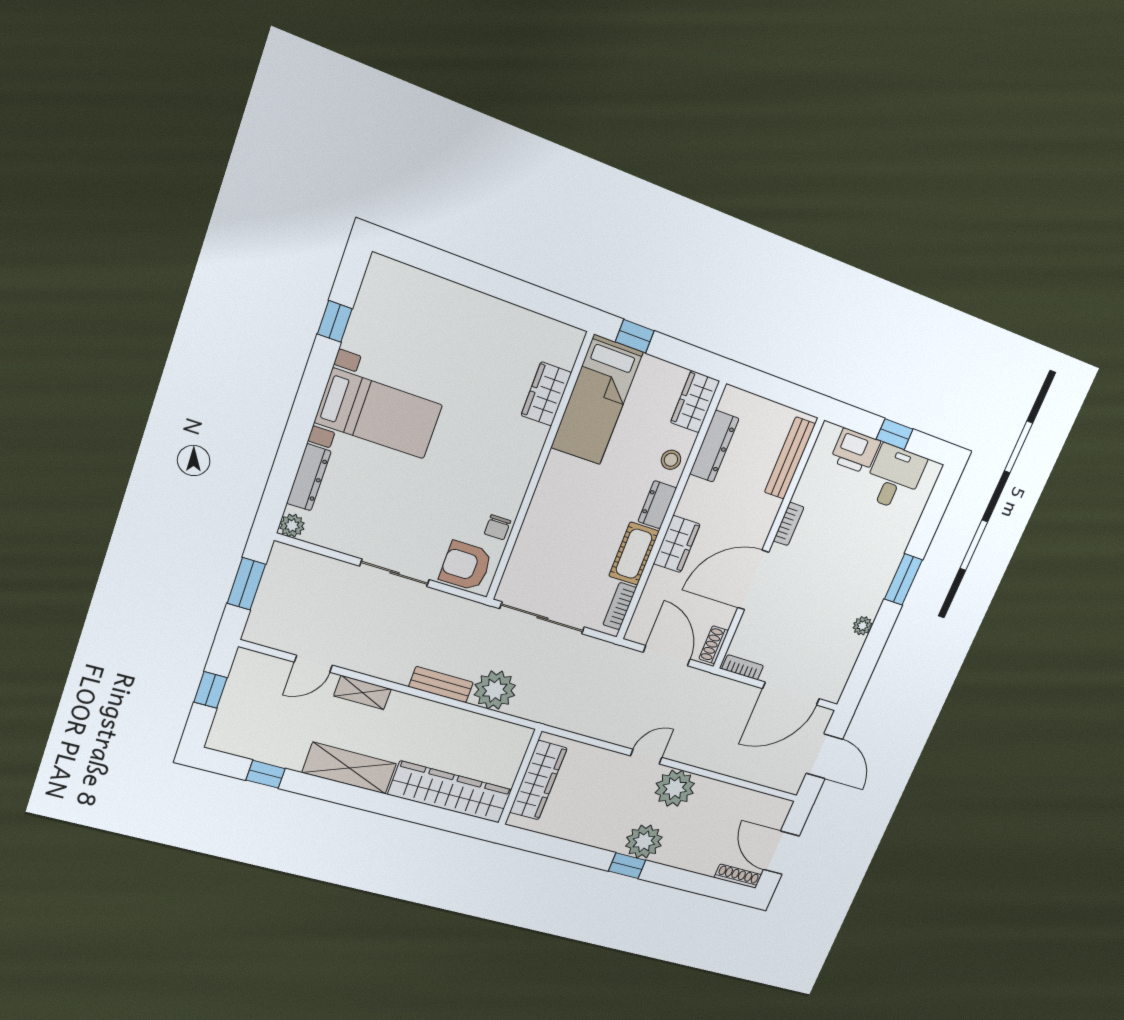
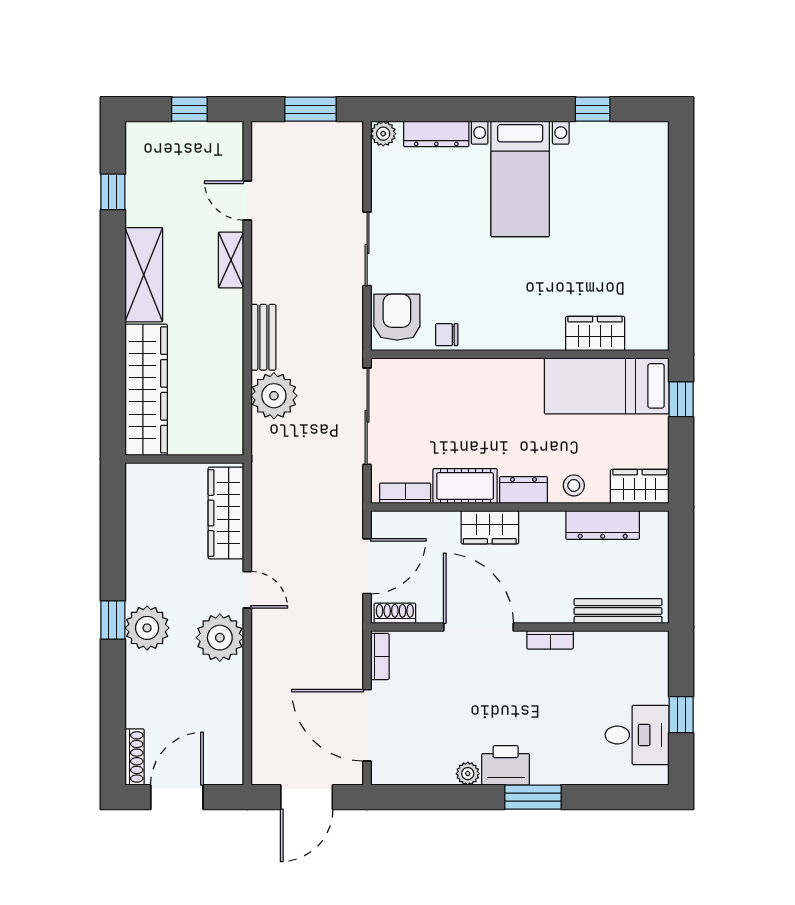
printer: (855, 451) -> (506, 765), moved, turned 90
wardrobe: (538, 780) -> (226, 513), moved, turned 90

